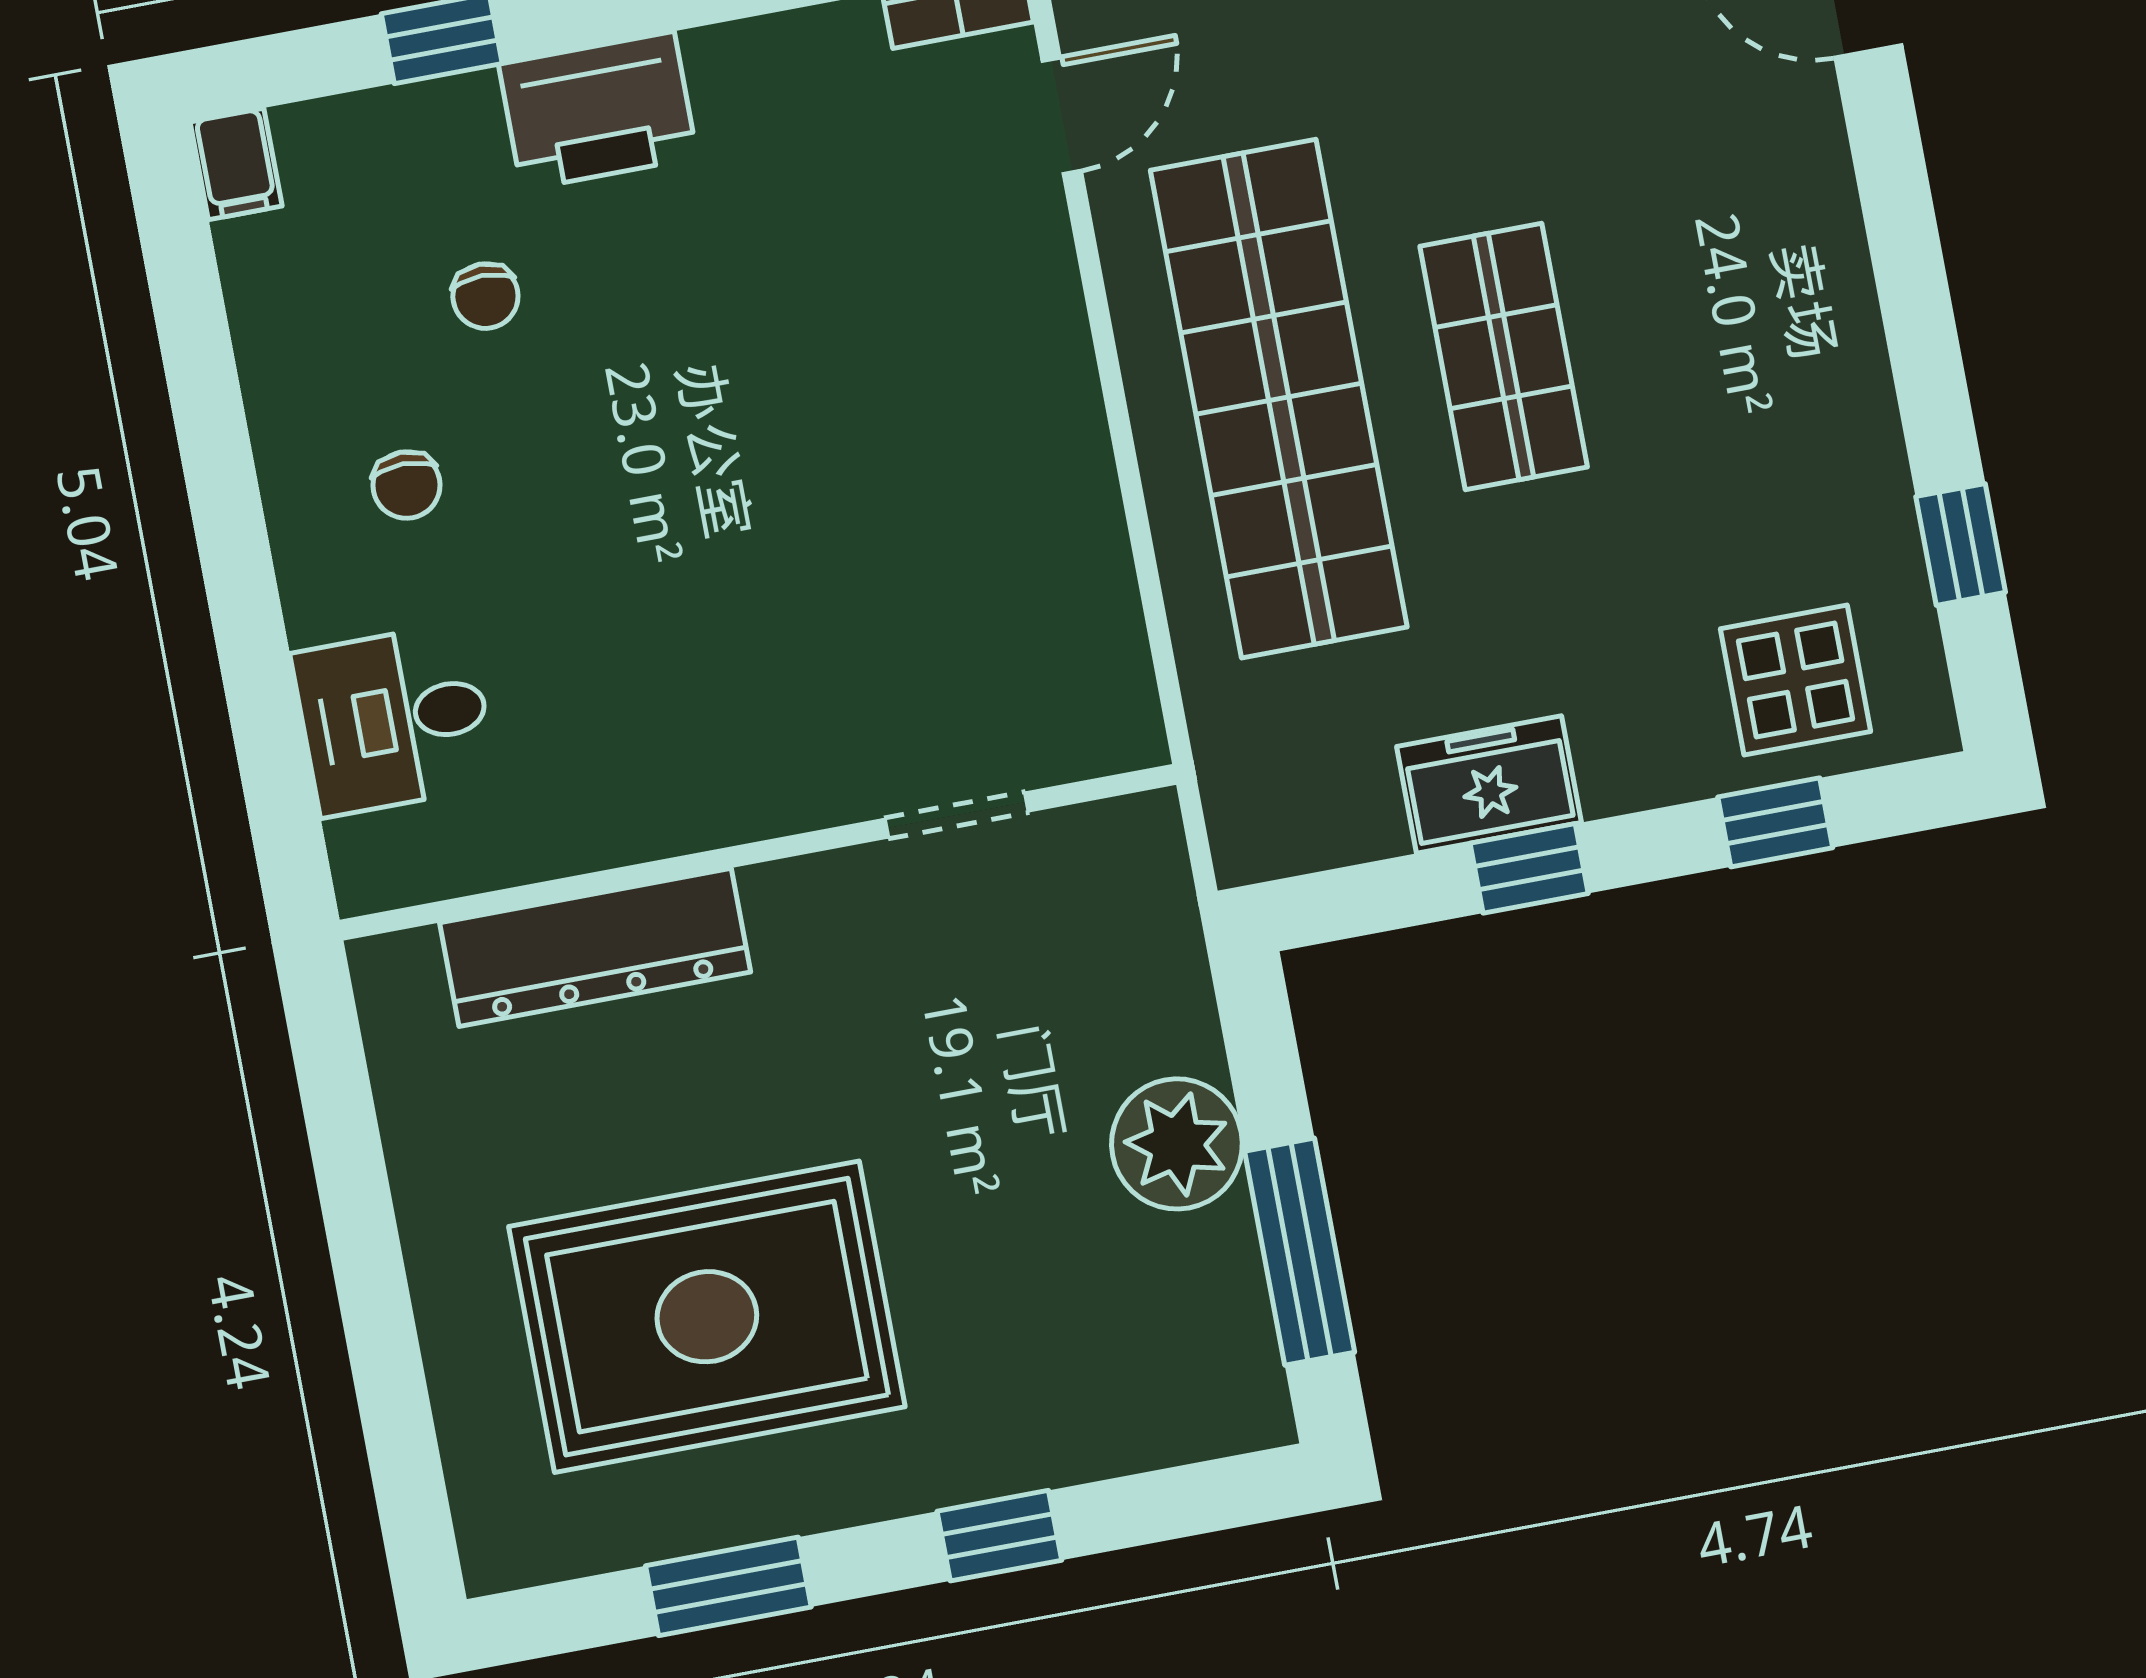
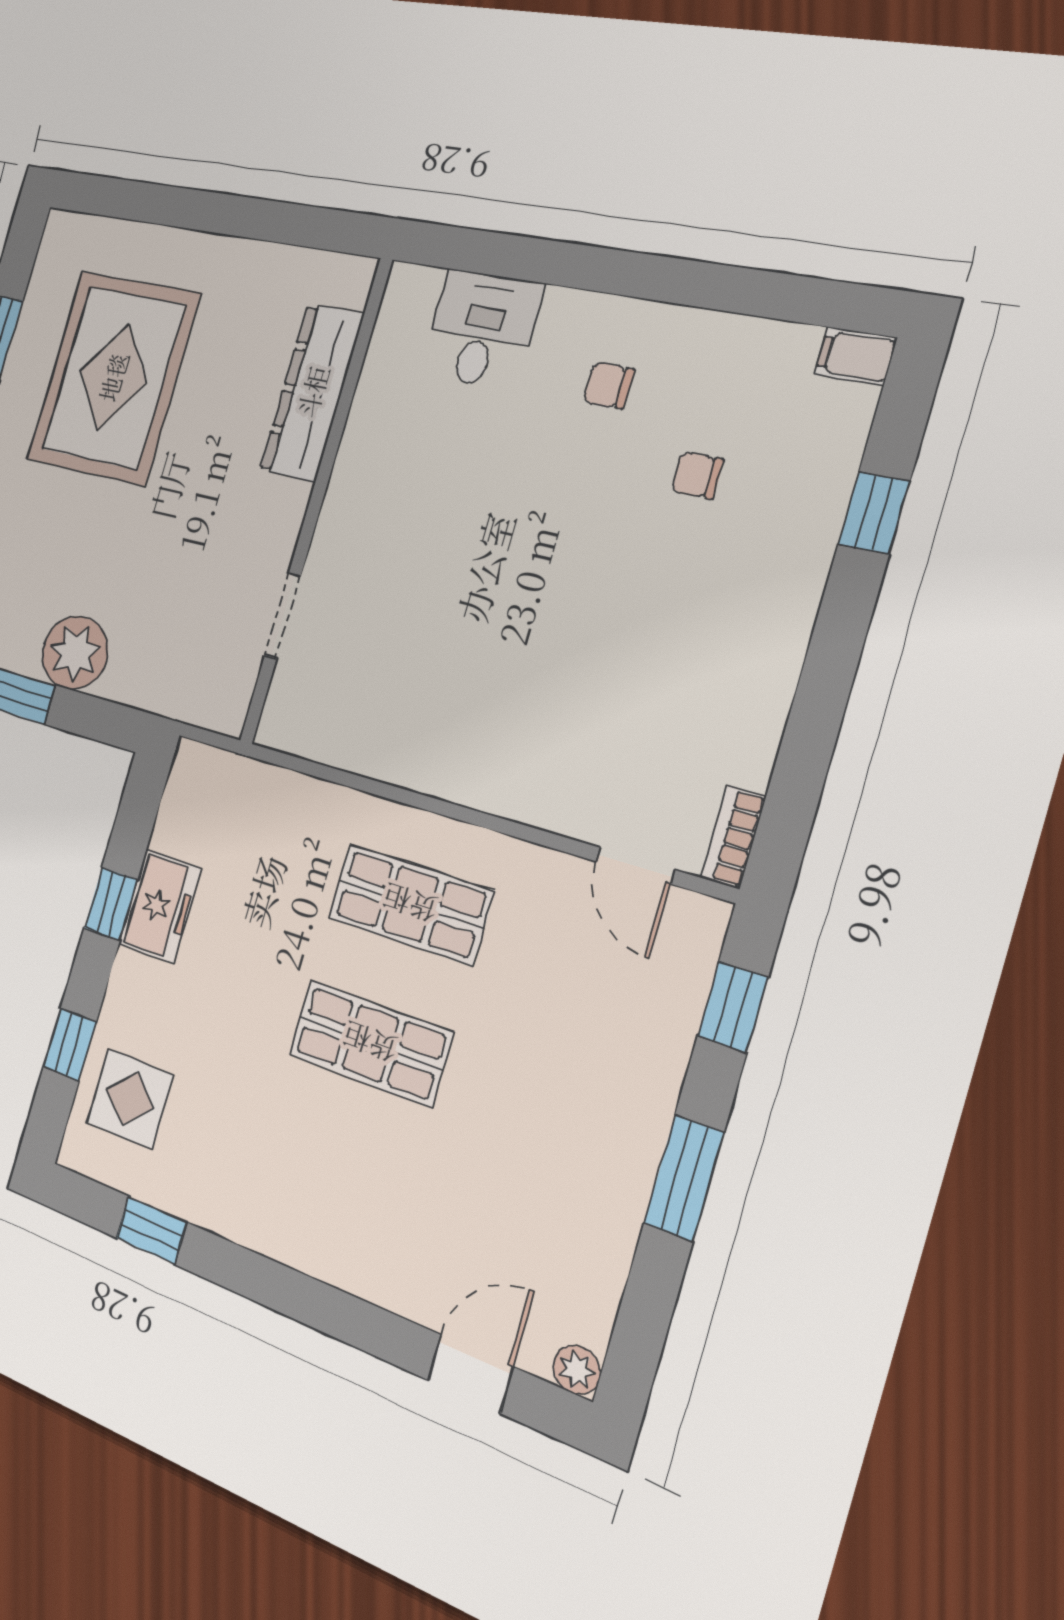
printer: (598, 111) -> (778, 590), removed
shop shelf: (1279, 399) -> (410, 904), width x0.50, depth x0.74

